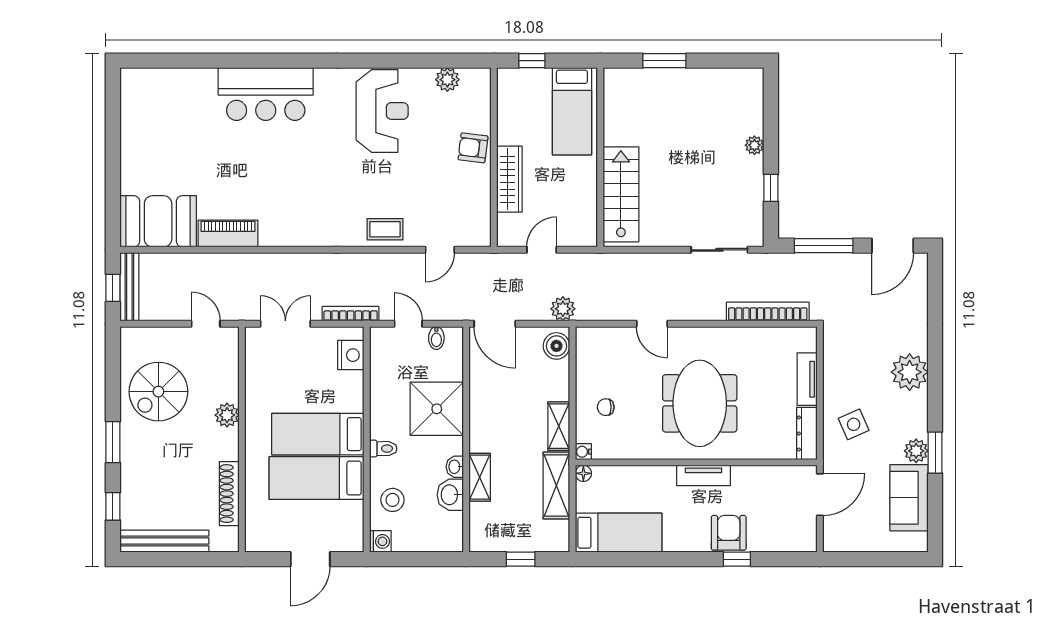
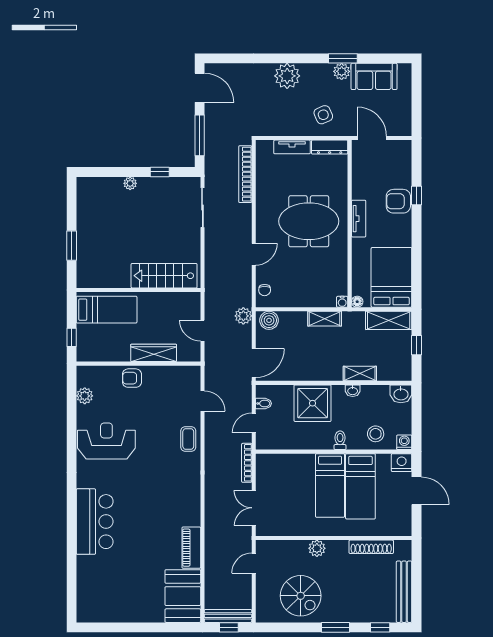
armchair: (473, 148) -> (132, 378), turned 83
nightstand: (351, 355) -> (402, 463), moved
chair: (606, 407) -> (265, 290), moved
shelving: (556, 486) -> (389, 320), moved
washbasin: (450, 495) -> (401, 394), moved
bed: (619, 533) -> (391, 277), width x1.50

